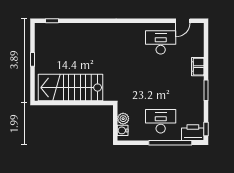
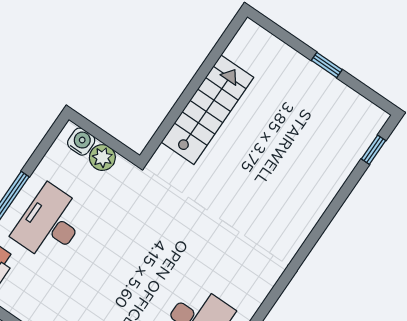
stairs: (71, 88) -> (207, 110), width x0.73, depth x0.66
desk: (161, 121) -> (50, 224), turned 180

